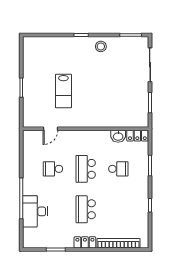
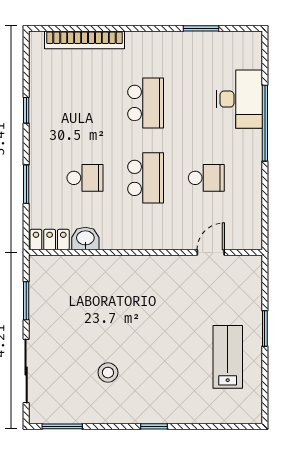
stool: (101, 46) -> (108, 373), moved
lab bench: (63, 91) -> (228, 357), moved
school desk: (118, 169) -> (85, 178), turned 180
locker: (85, 242) -> (147, 41), removed

